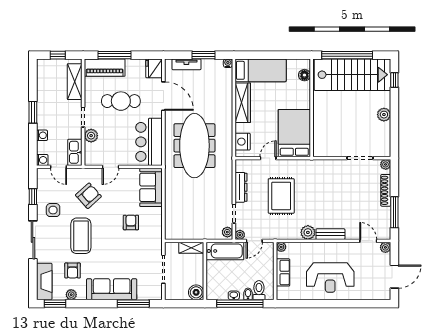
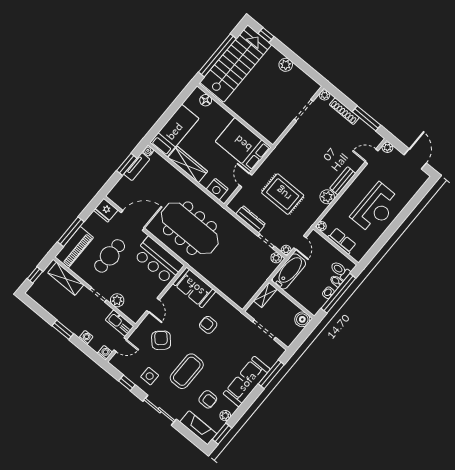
tv unit: (186, 64) -> (137, 167), moved
coffee table: (81, 236) -> (187, 371), turned 90

